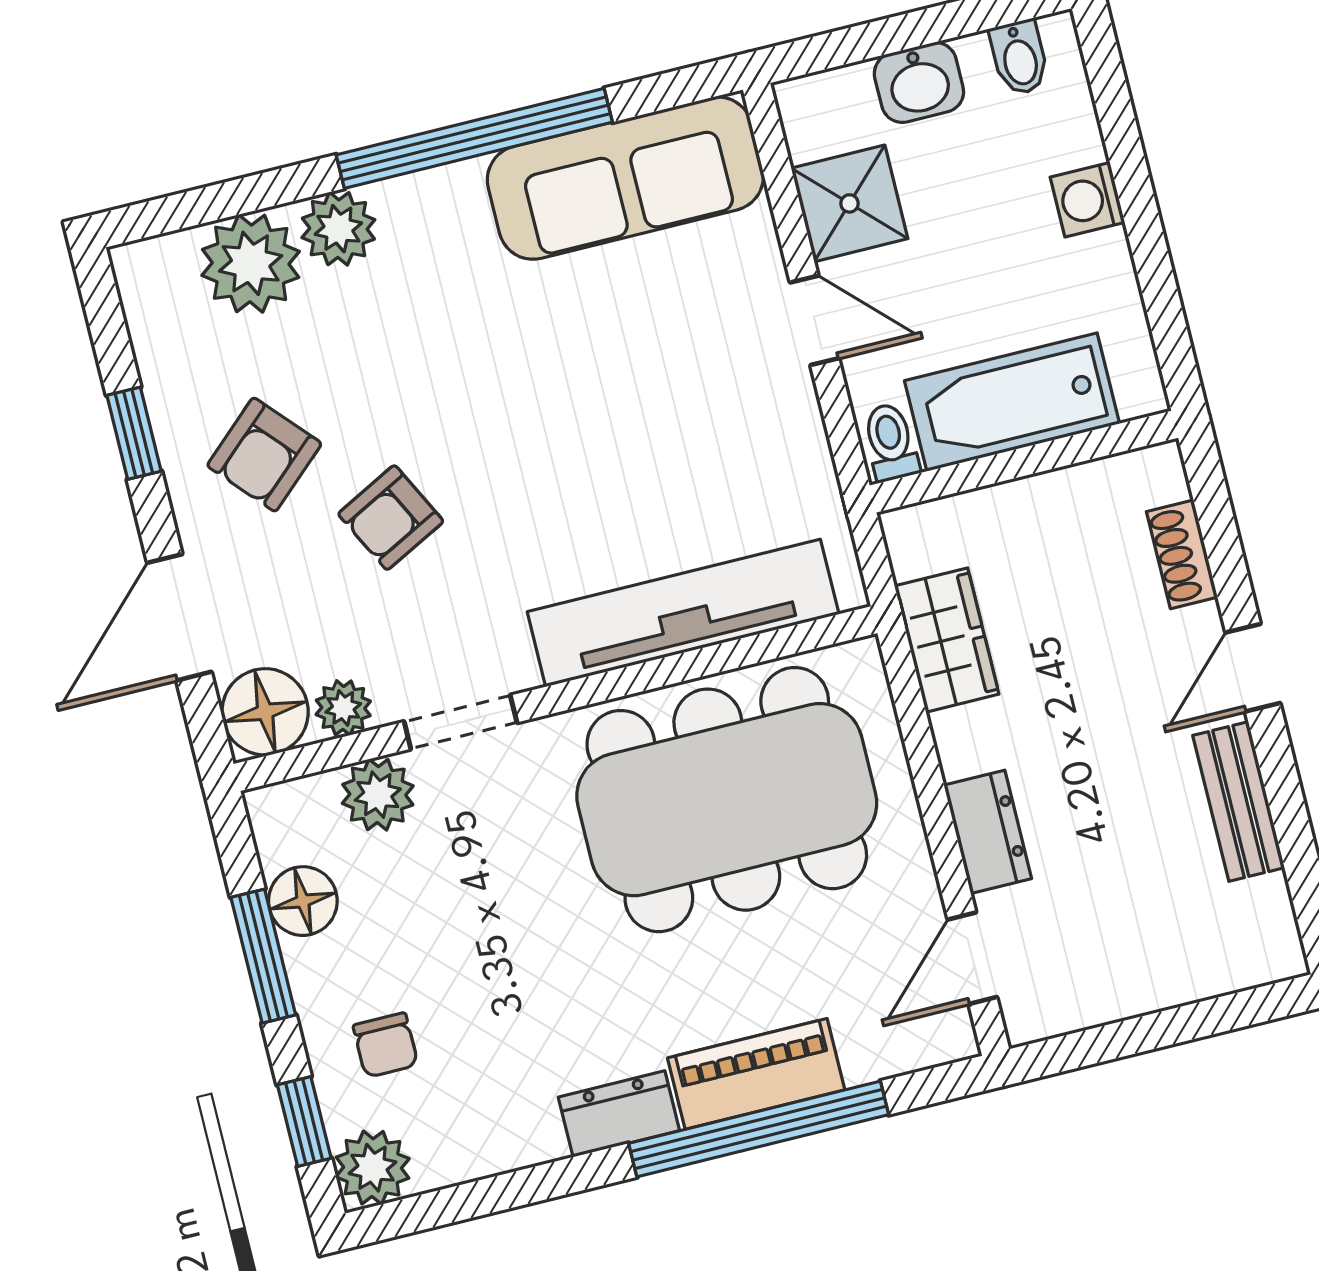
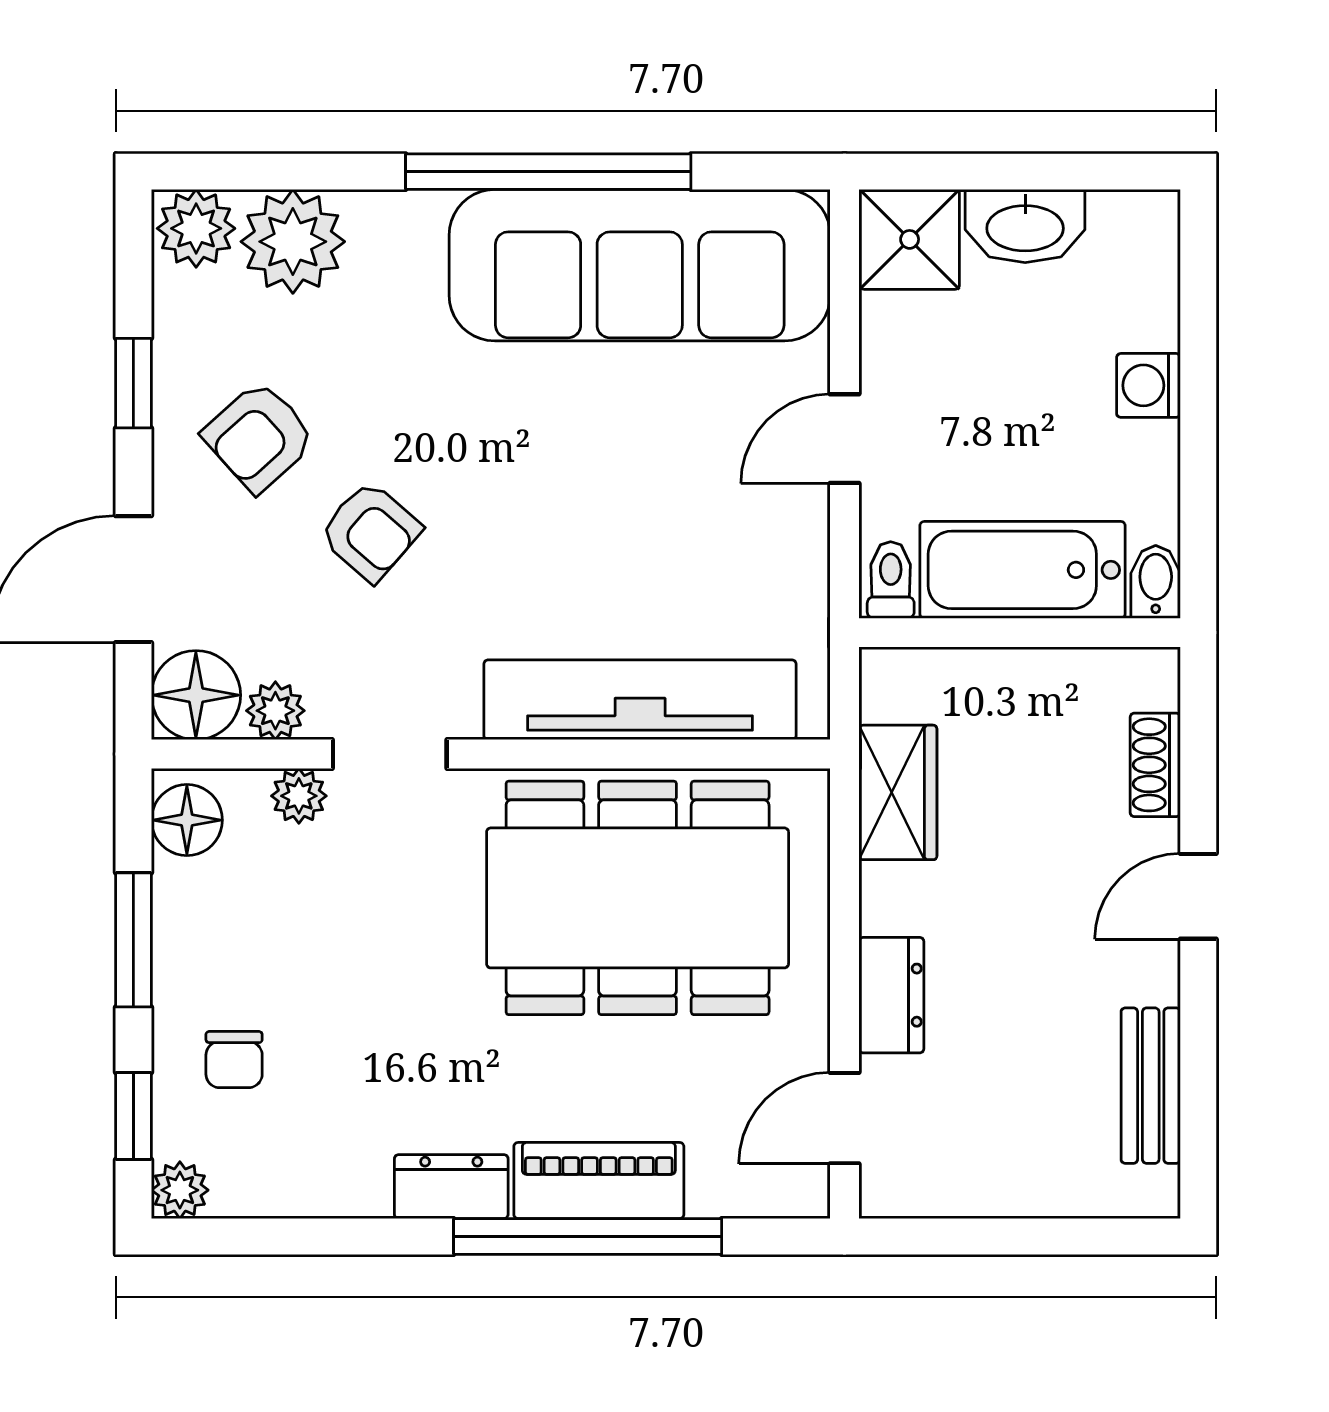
bidet: (1019, 58) -> (1156, 582), moved, turned 180
washbasin: (919, 83) -> (1025, 226), width x1.38
sofa: (625, 178) -> (640, 265), width x1.36, depth x1.27
shower: (849, 203) -> (910, 239), moved
plant: (338, 229) -> (196, 228), moved
door: (814, 320) -> (845, 439), swing flipped
armchair: (391, 518) -> (370, 531), turned -112
plant: (378, 795) -> (299, 796), width x0.73, depth x0.73
bench: (1239, 802) -> (1151, 1086), moved
floor lamp: (303, 901) -> (187, 820), moved
plant: (373, 1168) -> (180, 1190), width x0.73, depth x0.73

